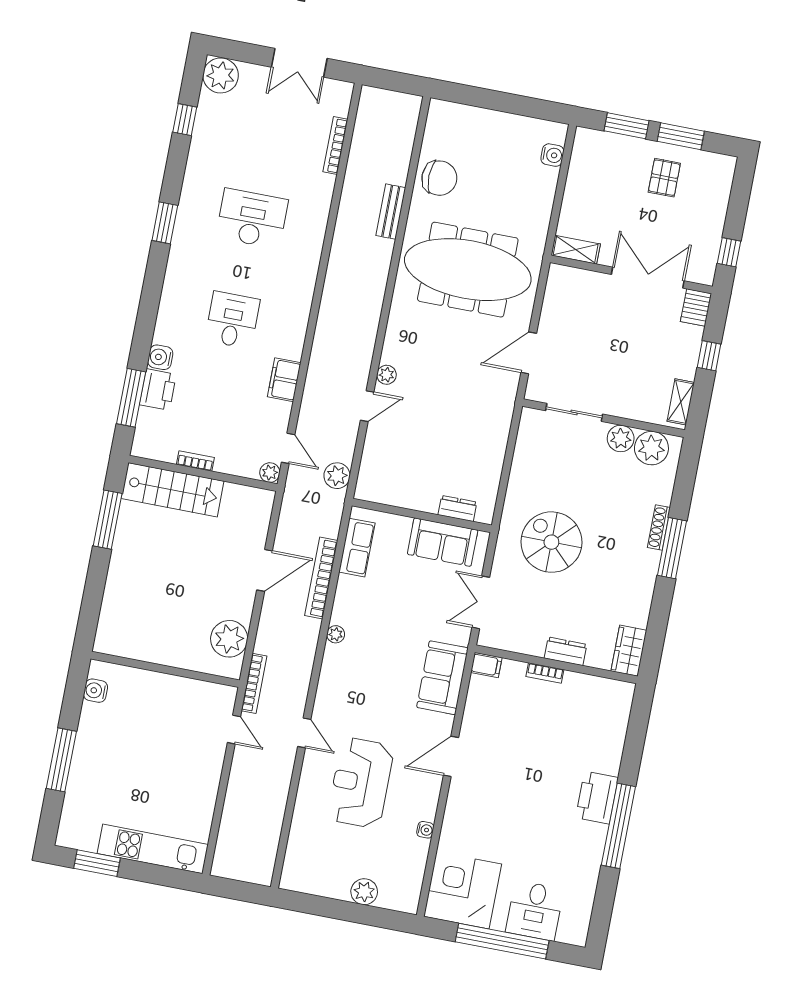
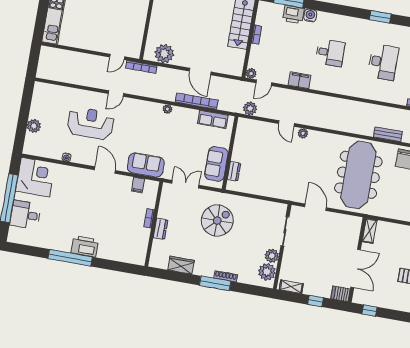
wardrobe: (629, 651) -> (181, 265), moved
filing cabinet: (486, 665) -> (138, 185), moved

